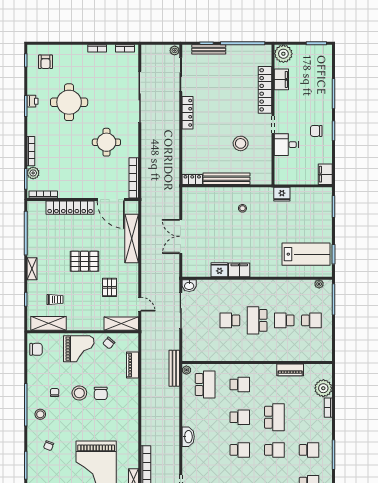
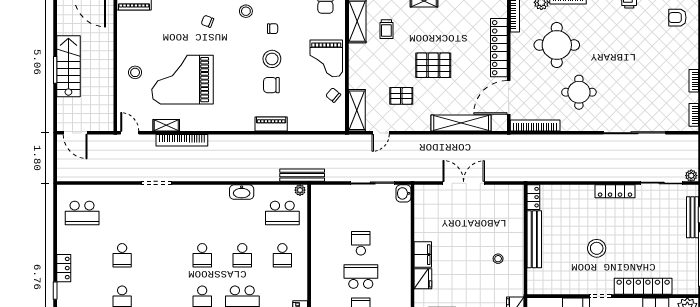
round table: (69, 102) -> (557, 45), moved
stool: (241, 143) -> (597, 248), moved
pallet: (84, 261) -> (433, 65), turned 90
fridge: (219, 270) -> (423, 279), moved
piano: (132, 365) -> (271, 124), moved
washbasin: (188, 437) -> (242, 192), moved

